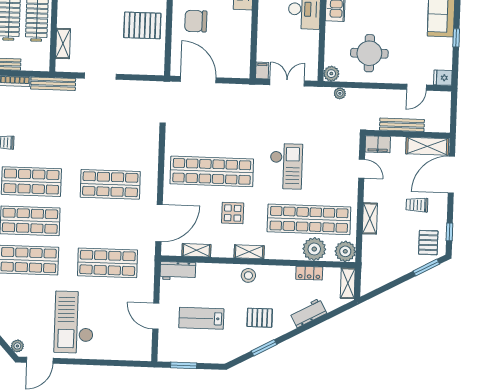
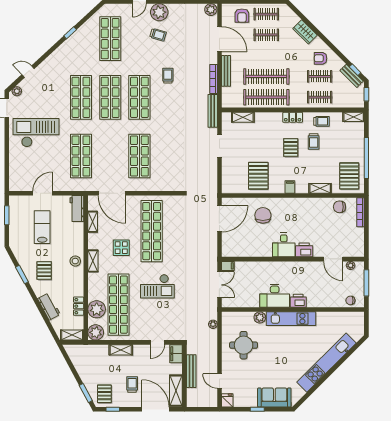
plant: (331, 74) -> (260, 317), moved
pallet: (428, 243) -> (104, 394), turned 90

